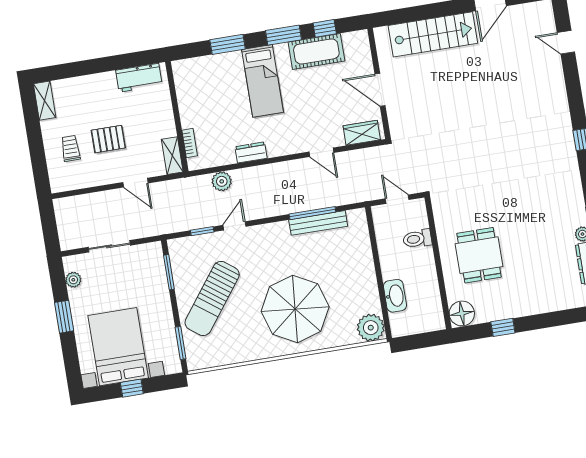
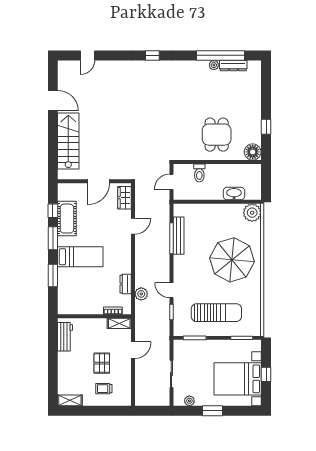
dresser: (251, 152) -> (126, 284), moved
dining table: (479, 255) -> (217, 135), turned 90
sun lounger: (212, 299) -> (216, 313), turned -37

